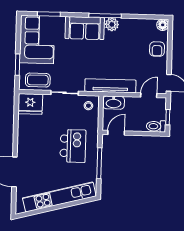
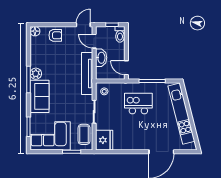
washbasin: (114, 103) -> (101, 58), moved

